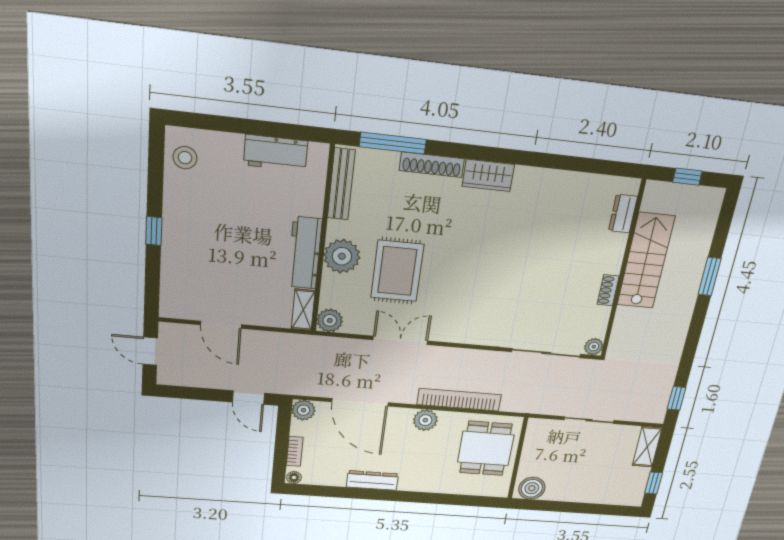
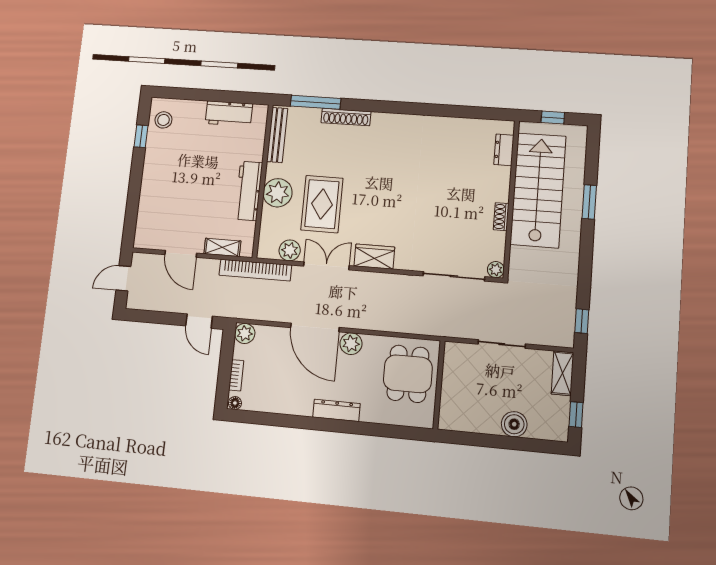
wardrobe: (488, 175) -> (374, 257), moved, turned 180
window: (154, 231) -> (141, 136), moved
stairs: (646, 261) -> (538, 190), width x1.36, depth x1.51
shelving: (303, 310) -> (222, 247), moved, turned 90
plant: (330, 320) -> (290, 250), moved
door: (150, 351) -> (123, 278), hinge flipped
bookcase: (459, 400) -> (255, 270), moved, turned 180
door: (360, 402) -> (315, 327), moved
dresser: (372, 480) -> (336, 410), moved
boiler: (532, 488) -> (514, 424), moved

